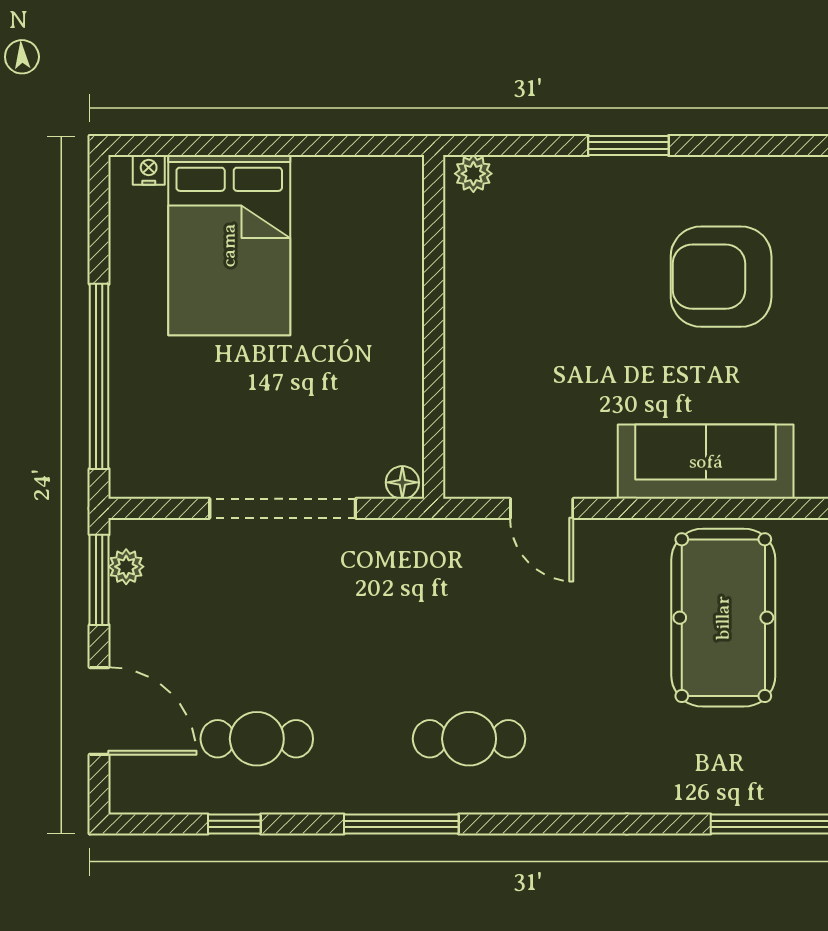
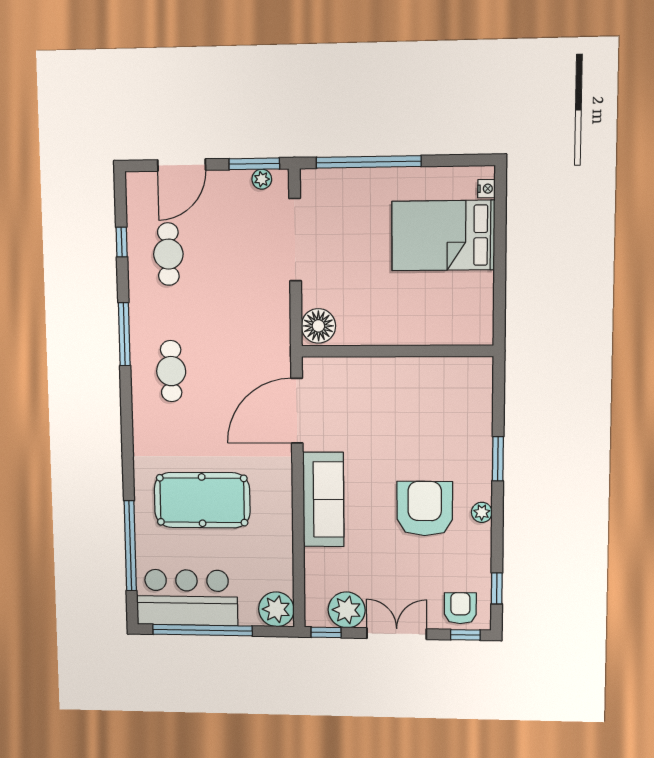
plant: (473, 174) -> (482, 512), moved
floor lamp: (402, 482) -> (318, 326), width x1.89, depth x1.89
doorway: (283, 508) -> (295, 240), moved
door: (542, 508) -> (297, 411), width x1.87
pool table: (723, 618) -> (202, 500), moved

